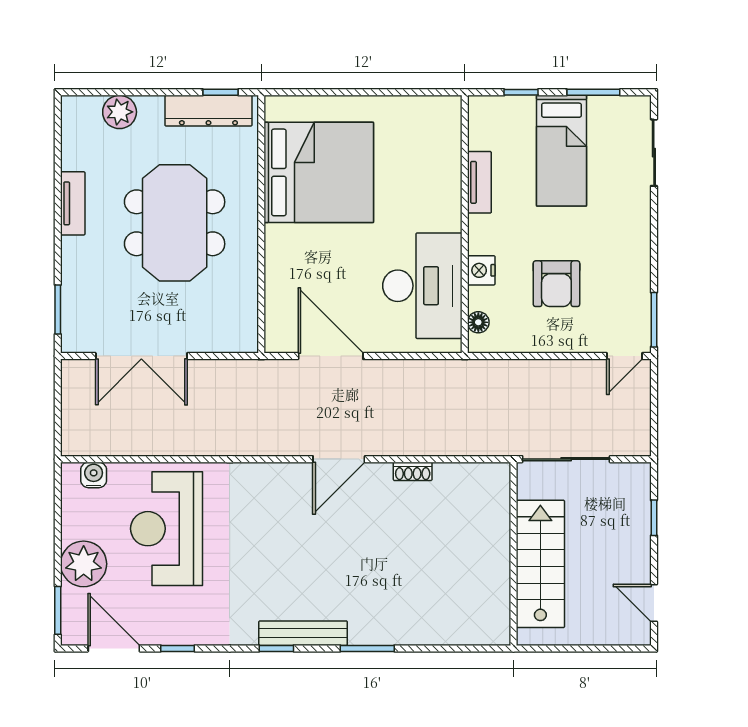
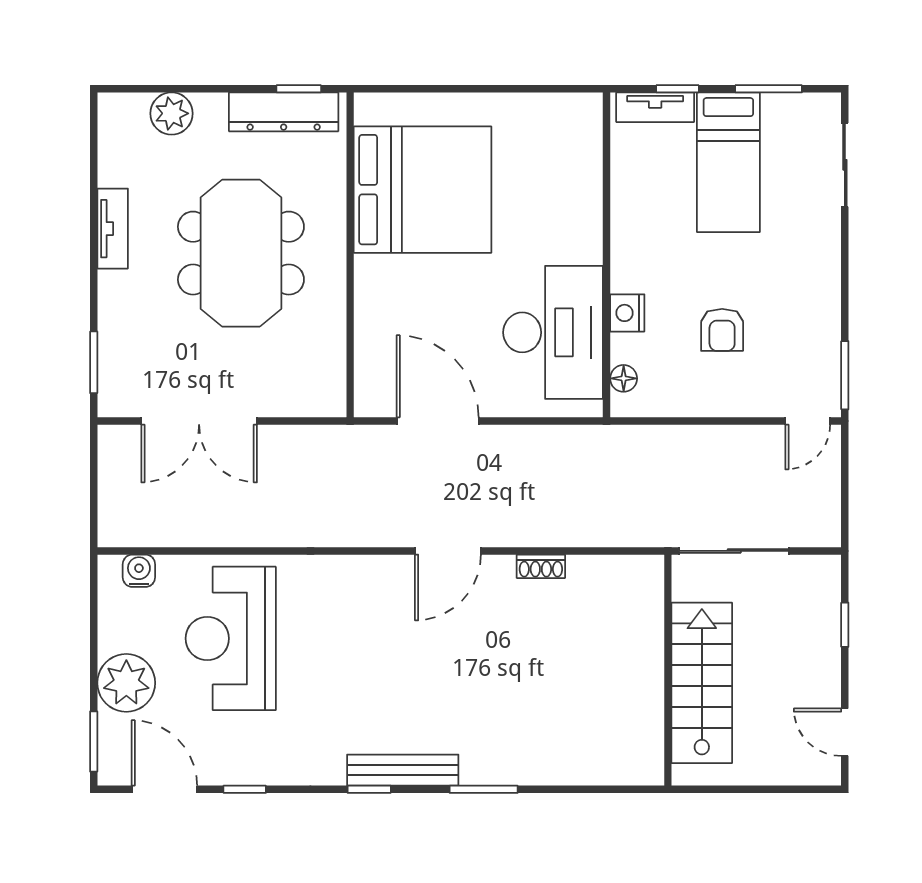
tv unit: (479, 182) -> (655, 107), moved, turned 90
armchair: (556, 284) -> (722, 330), width x0.72, depth x0.72

